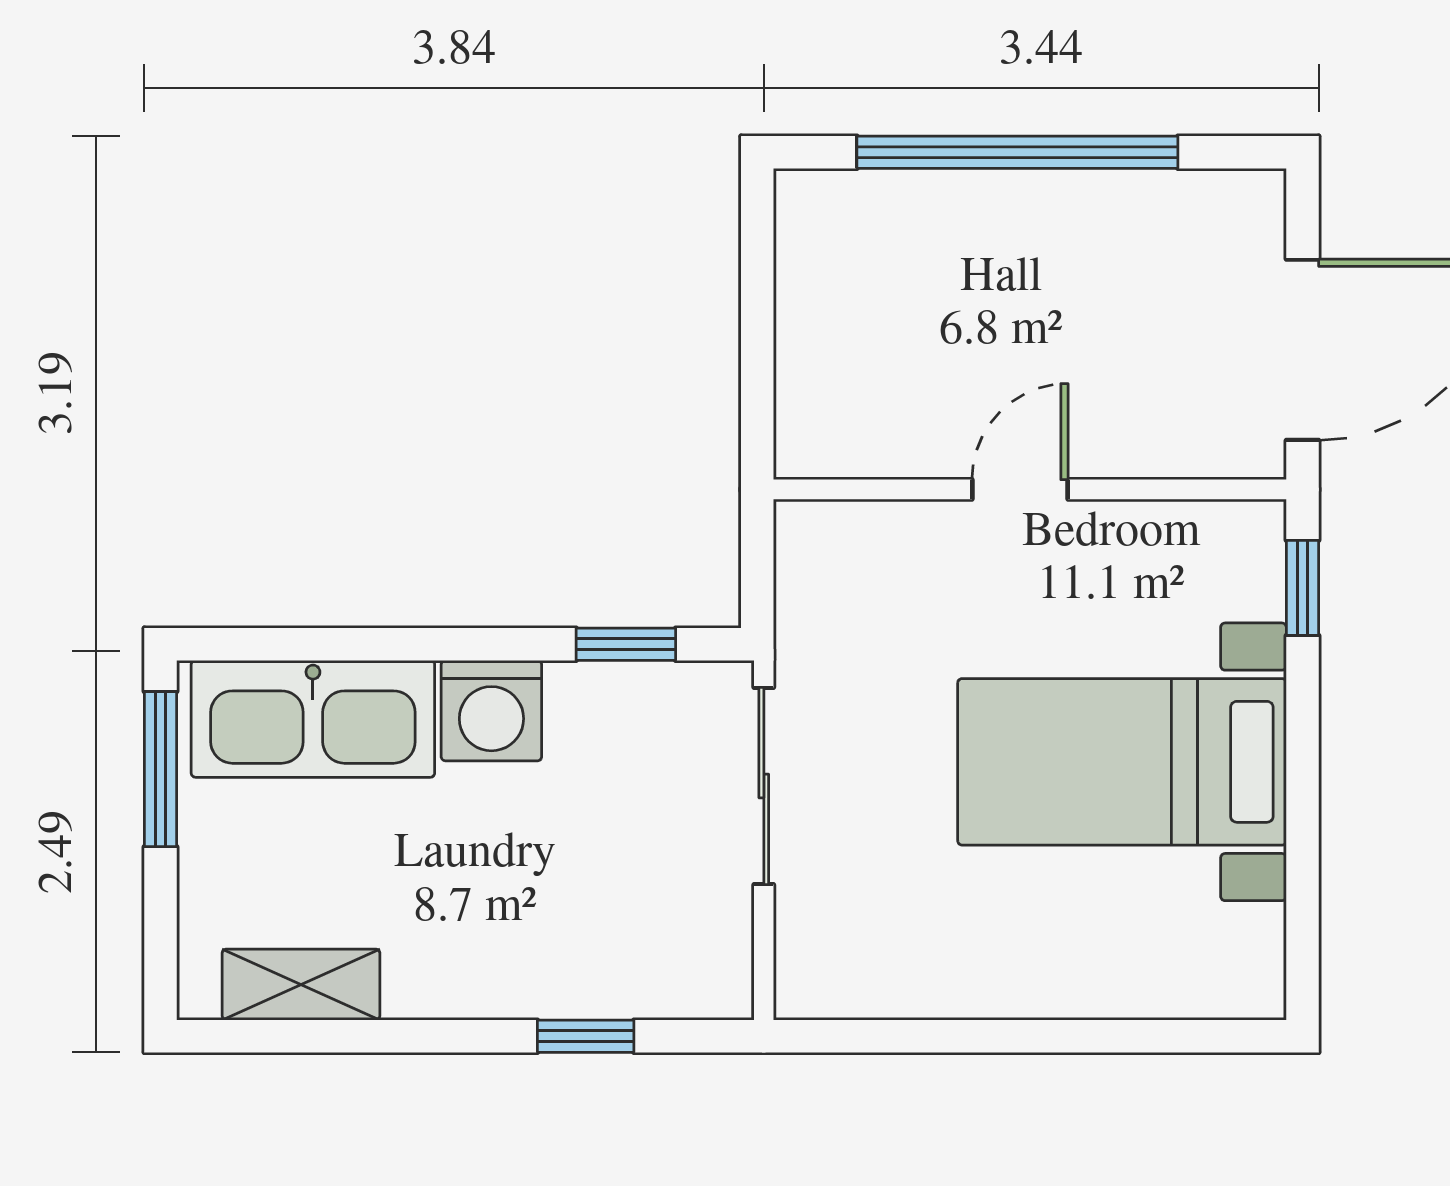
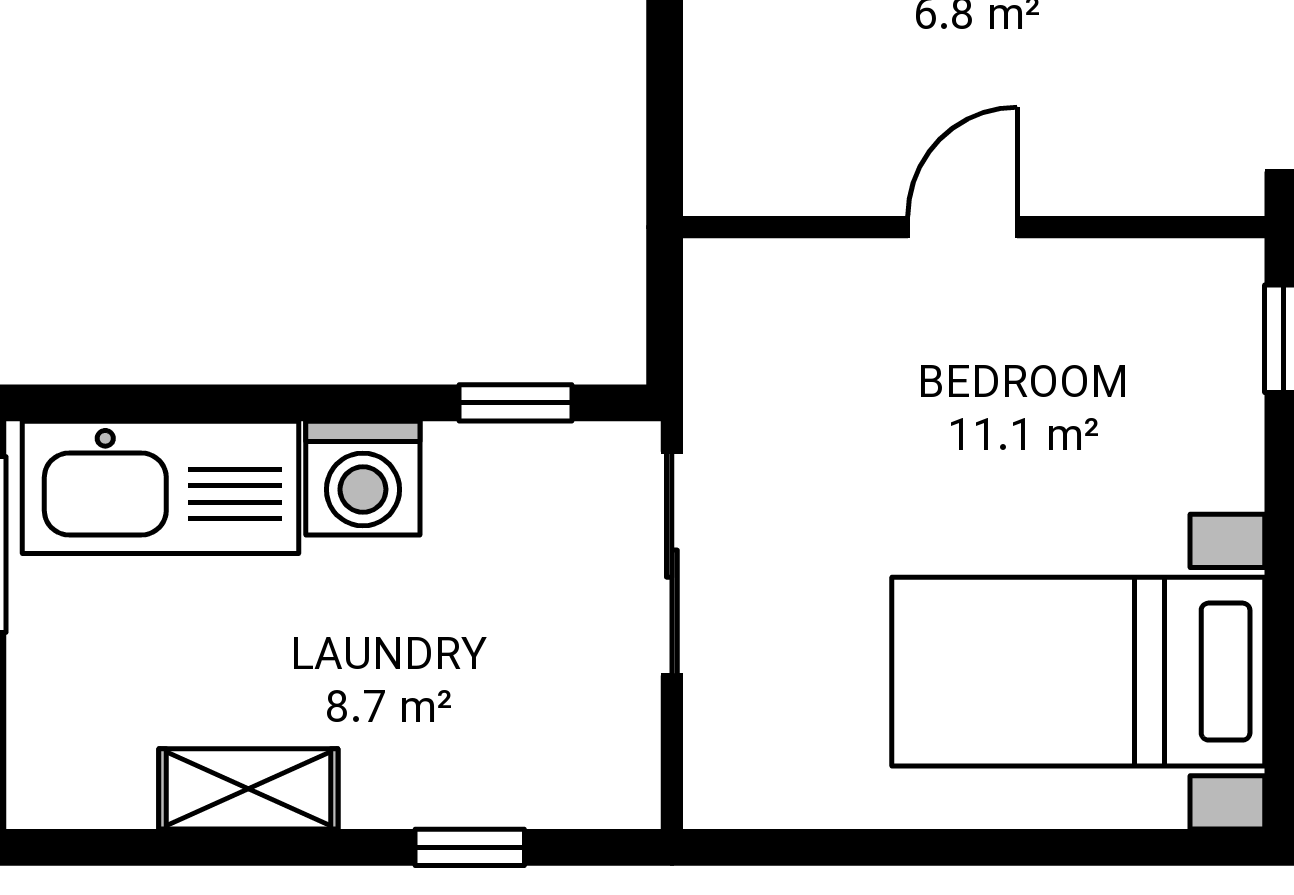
bed with nightstands: (1122, 762) -> (1078, 672), moved
shelving: (301, 985) -> (248, 789), moved

